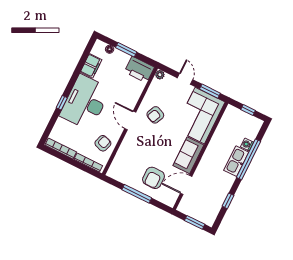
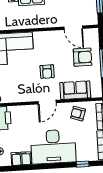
window: (62, 103) -> (83, 164), moved
armchair: (155, 115) -> (47, 72), moved, turned 66
sofa: (188, 155) -> (75, 90), moved, turned 180

